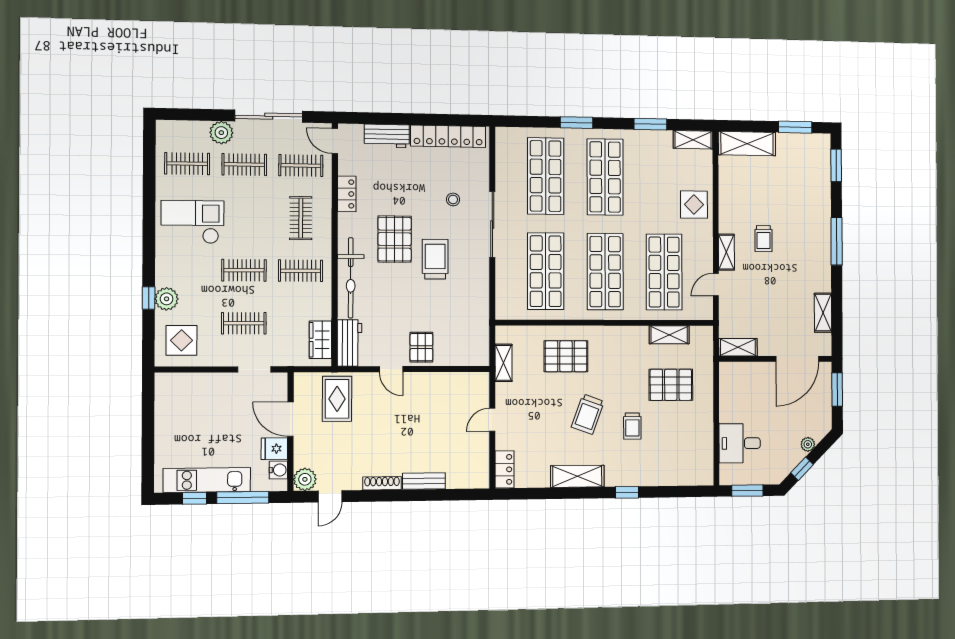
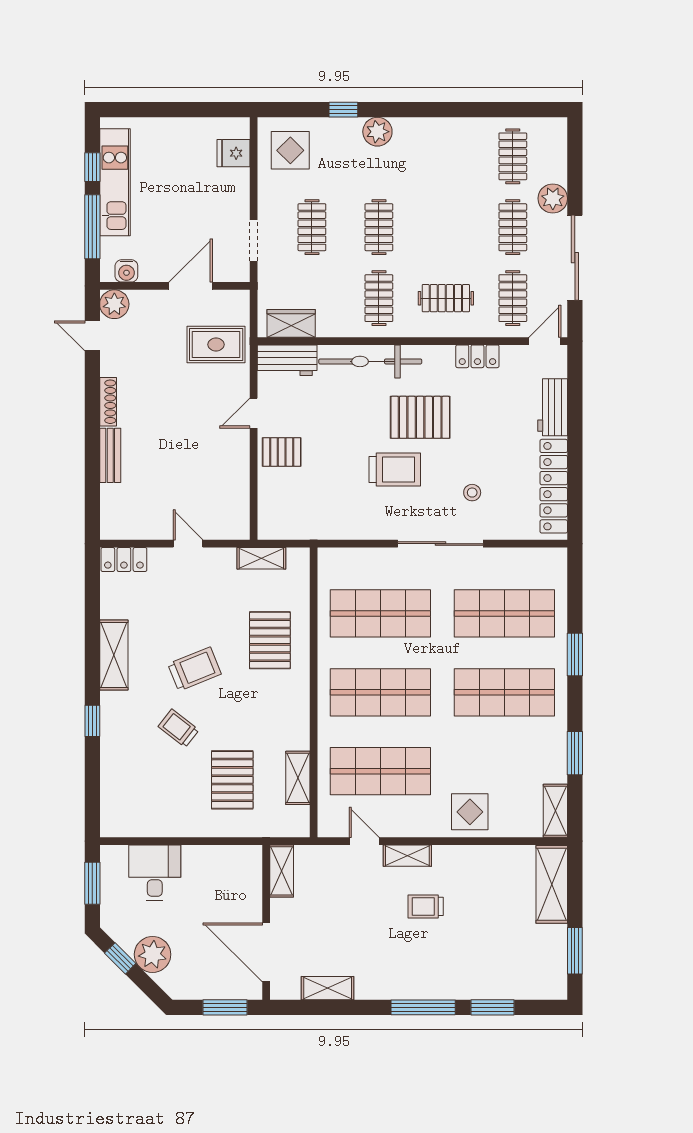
window: (836, 165) -> (493, 1007), moved
checkout: (193, 222) -> (439, 163), removed
plant: (167, 299) -> (377, 132), moved
trolley: (588, 414) -> (194, 669), turned 138
trolley: (632, 426) -> (179, 728), turned 38
plant: (808, 444) -> (153, 954), width x1.87, depth x1.87
fridge: (274, 449) -> (233, 153), moved, turned -90

